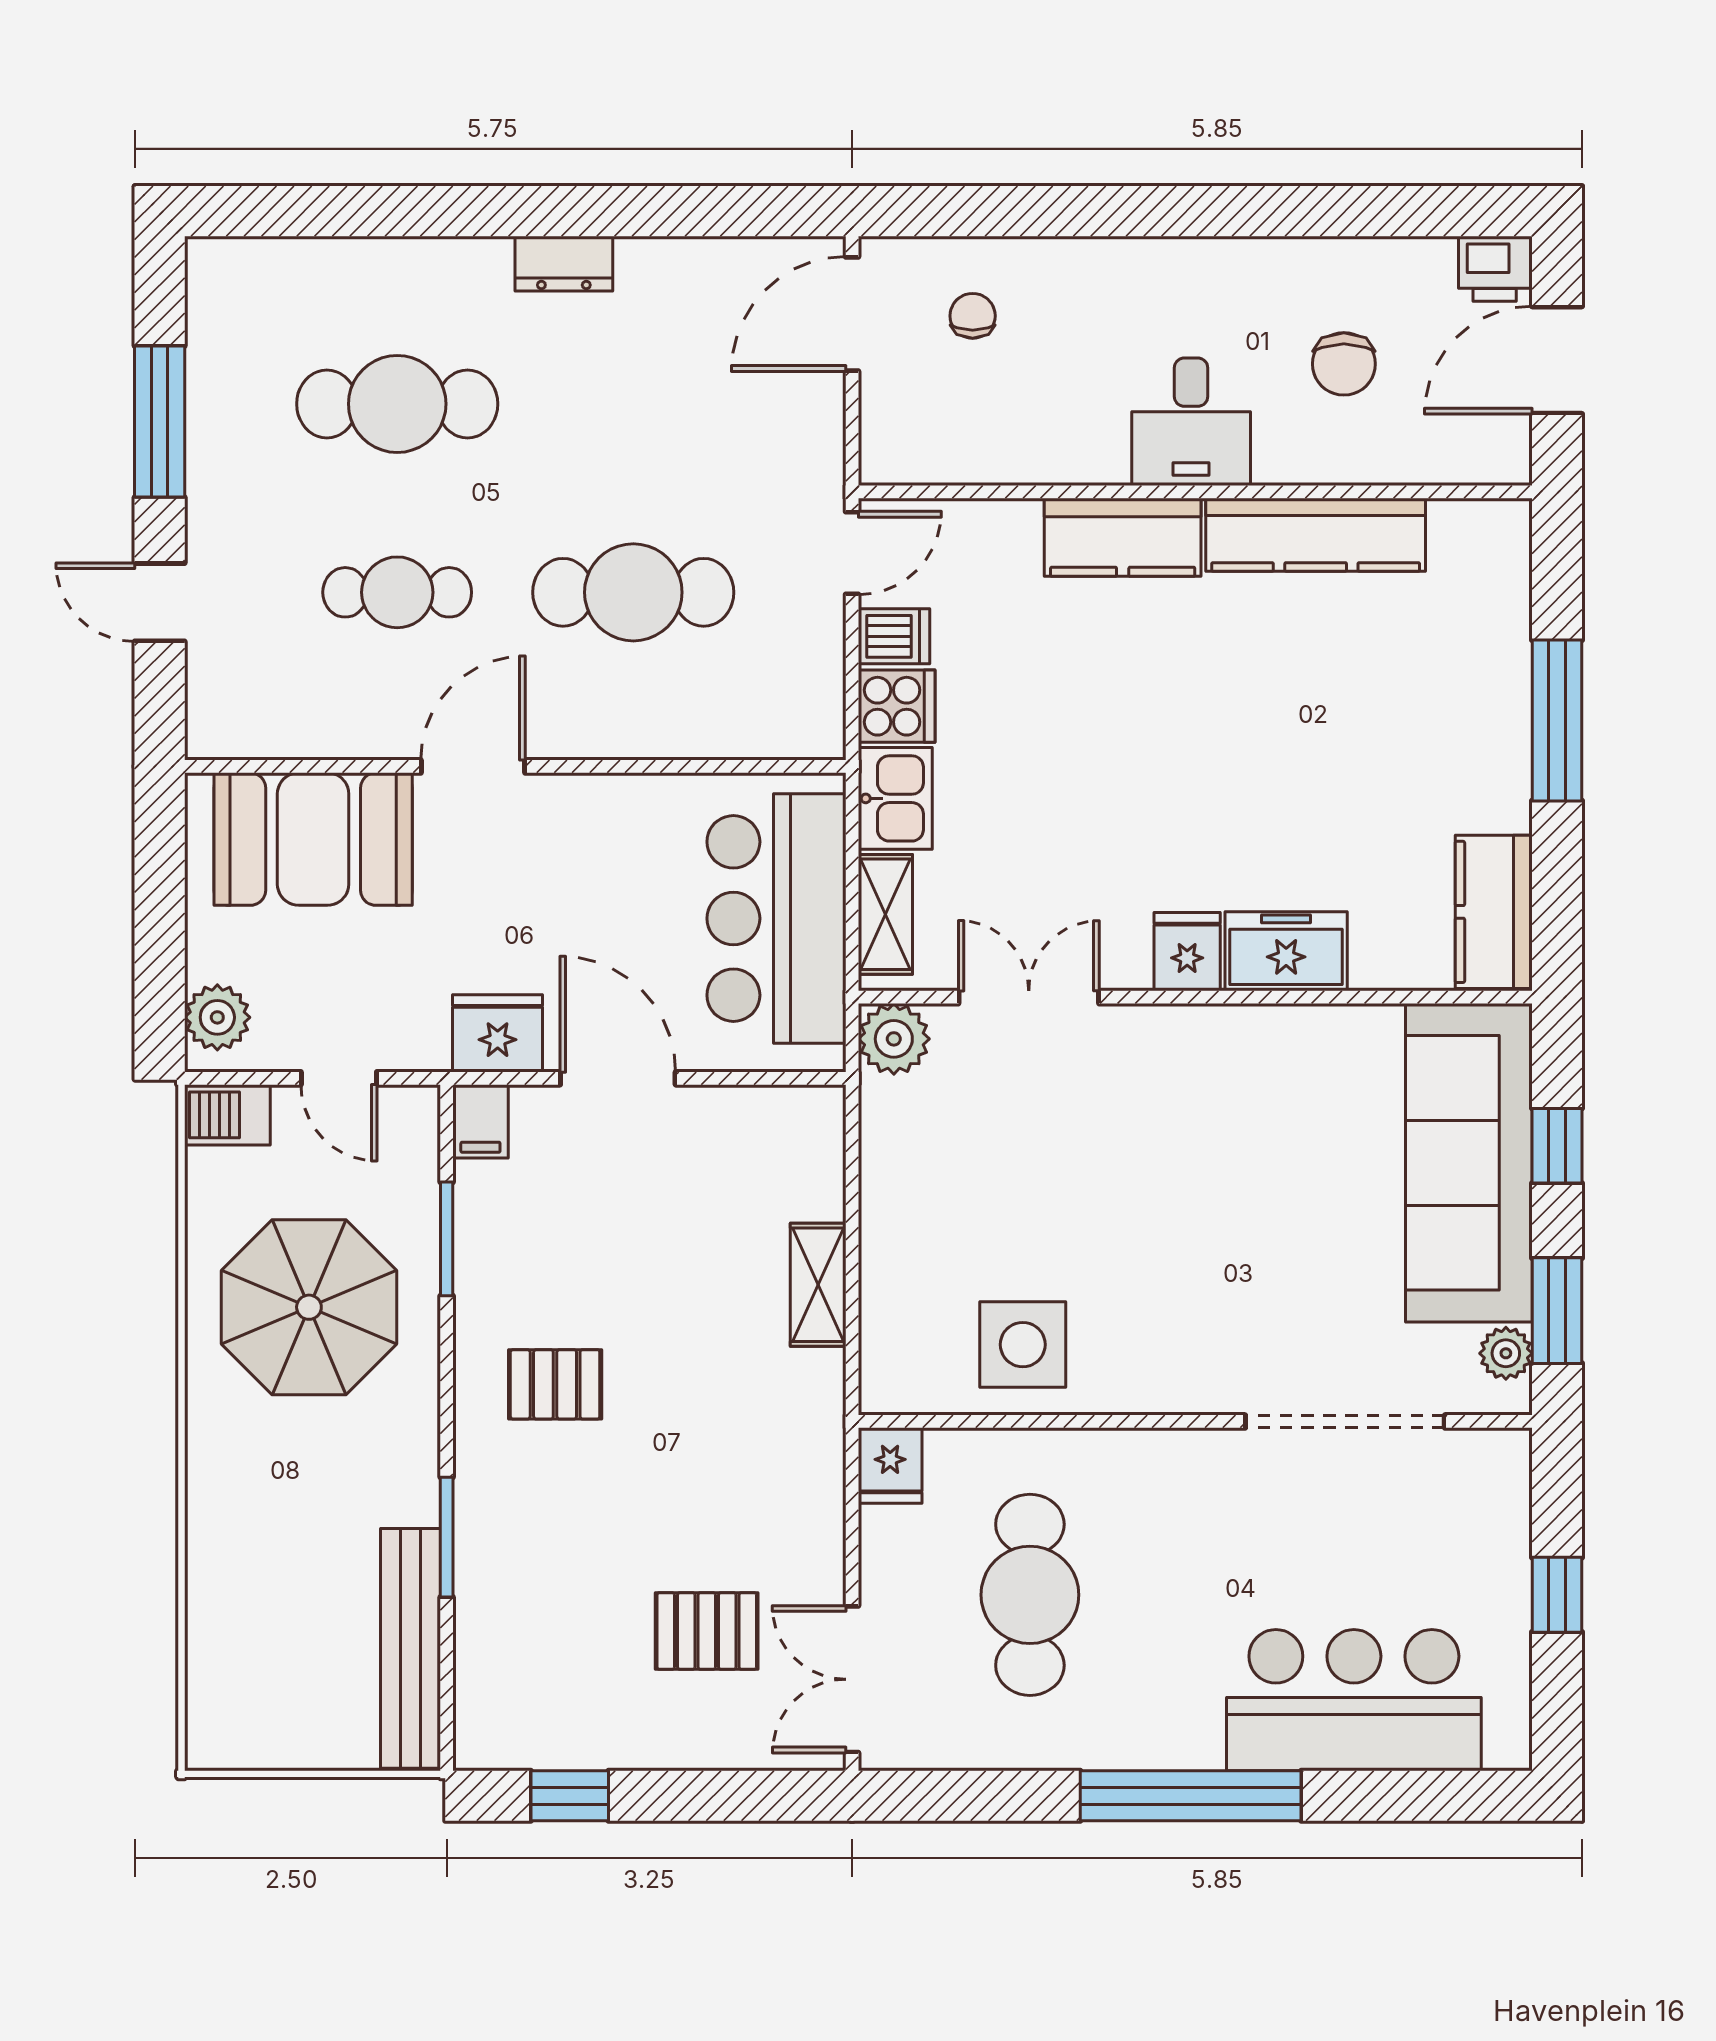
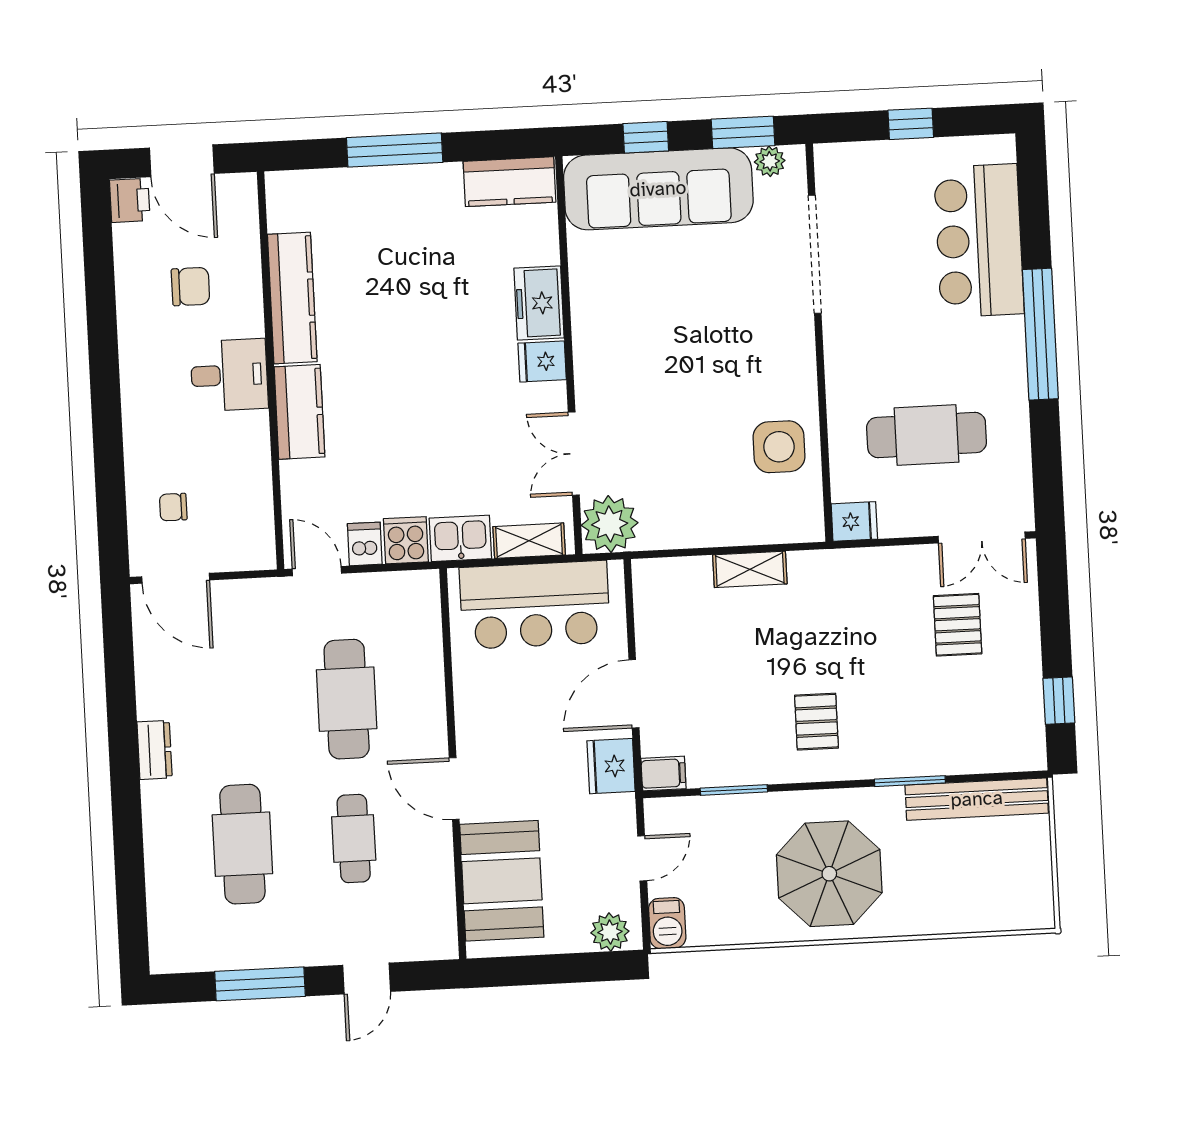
plant: (894, 1039) -> (610, 524), width x1.36, depth x1.36
parasol: (309, 1307) -> (829, 874), moved

